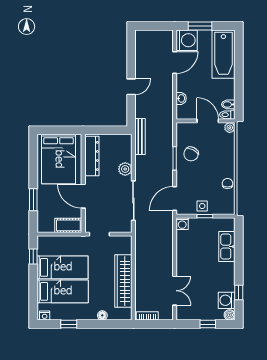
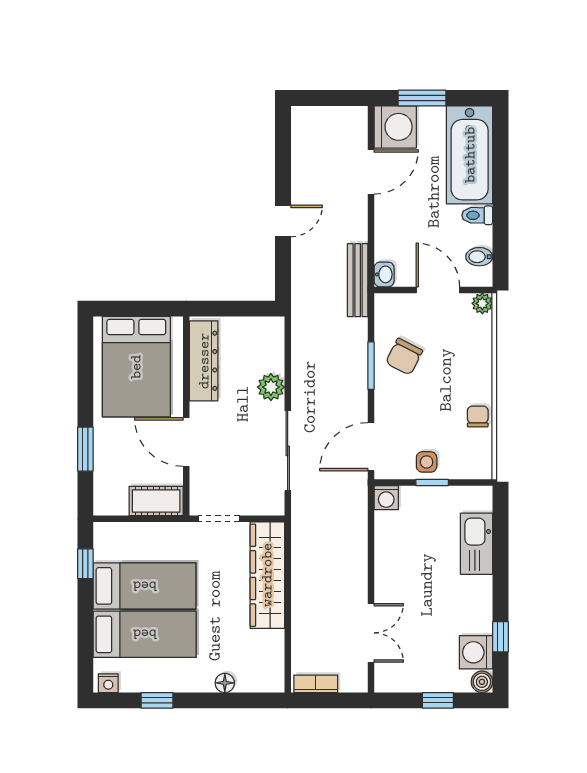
washbasin: (181, 98) -> (384, 274), moved
toilet: (227, 115) -> (477, 215), moved
bench: (140, 137) -> (358, 280), moved
wardrobe: (123, 281) -> (267, 575), moved

